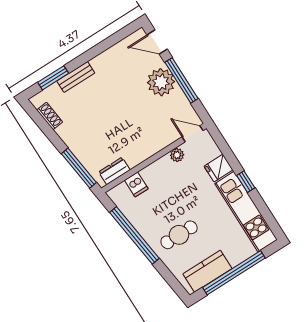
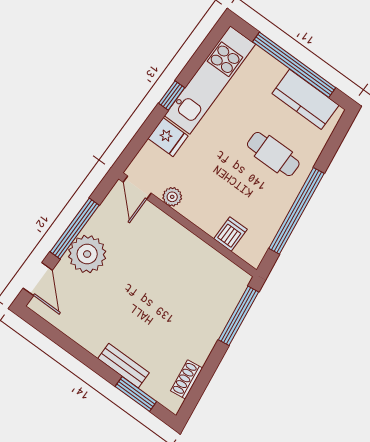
dresser: (114, 171) -> (224, 269), removed

